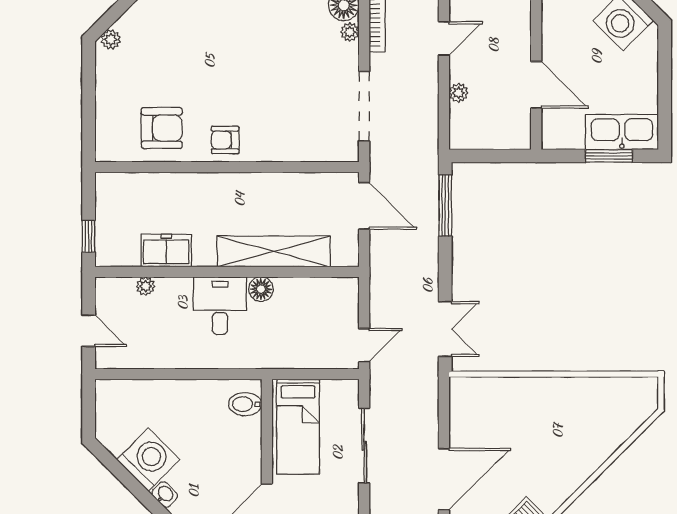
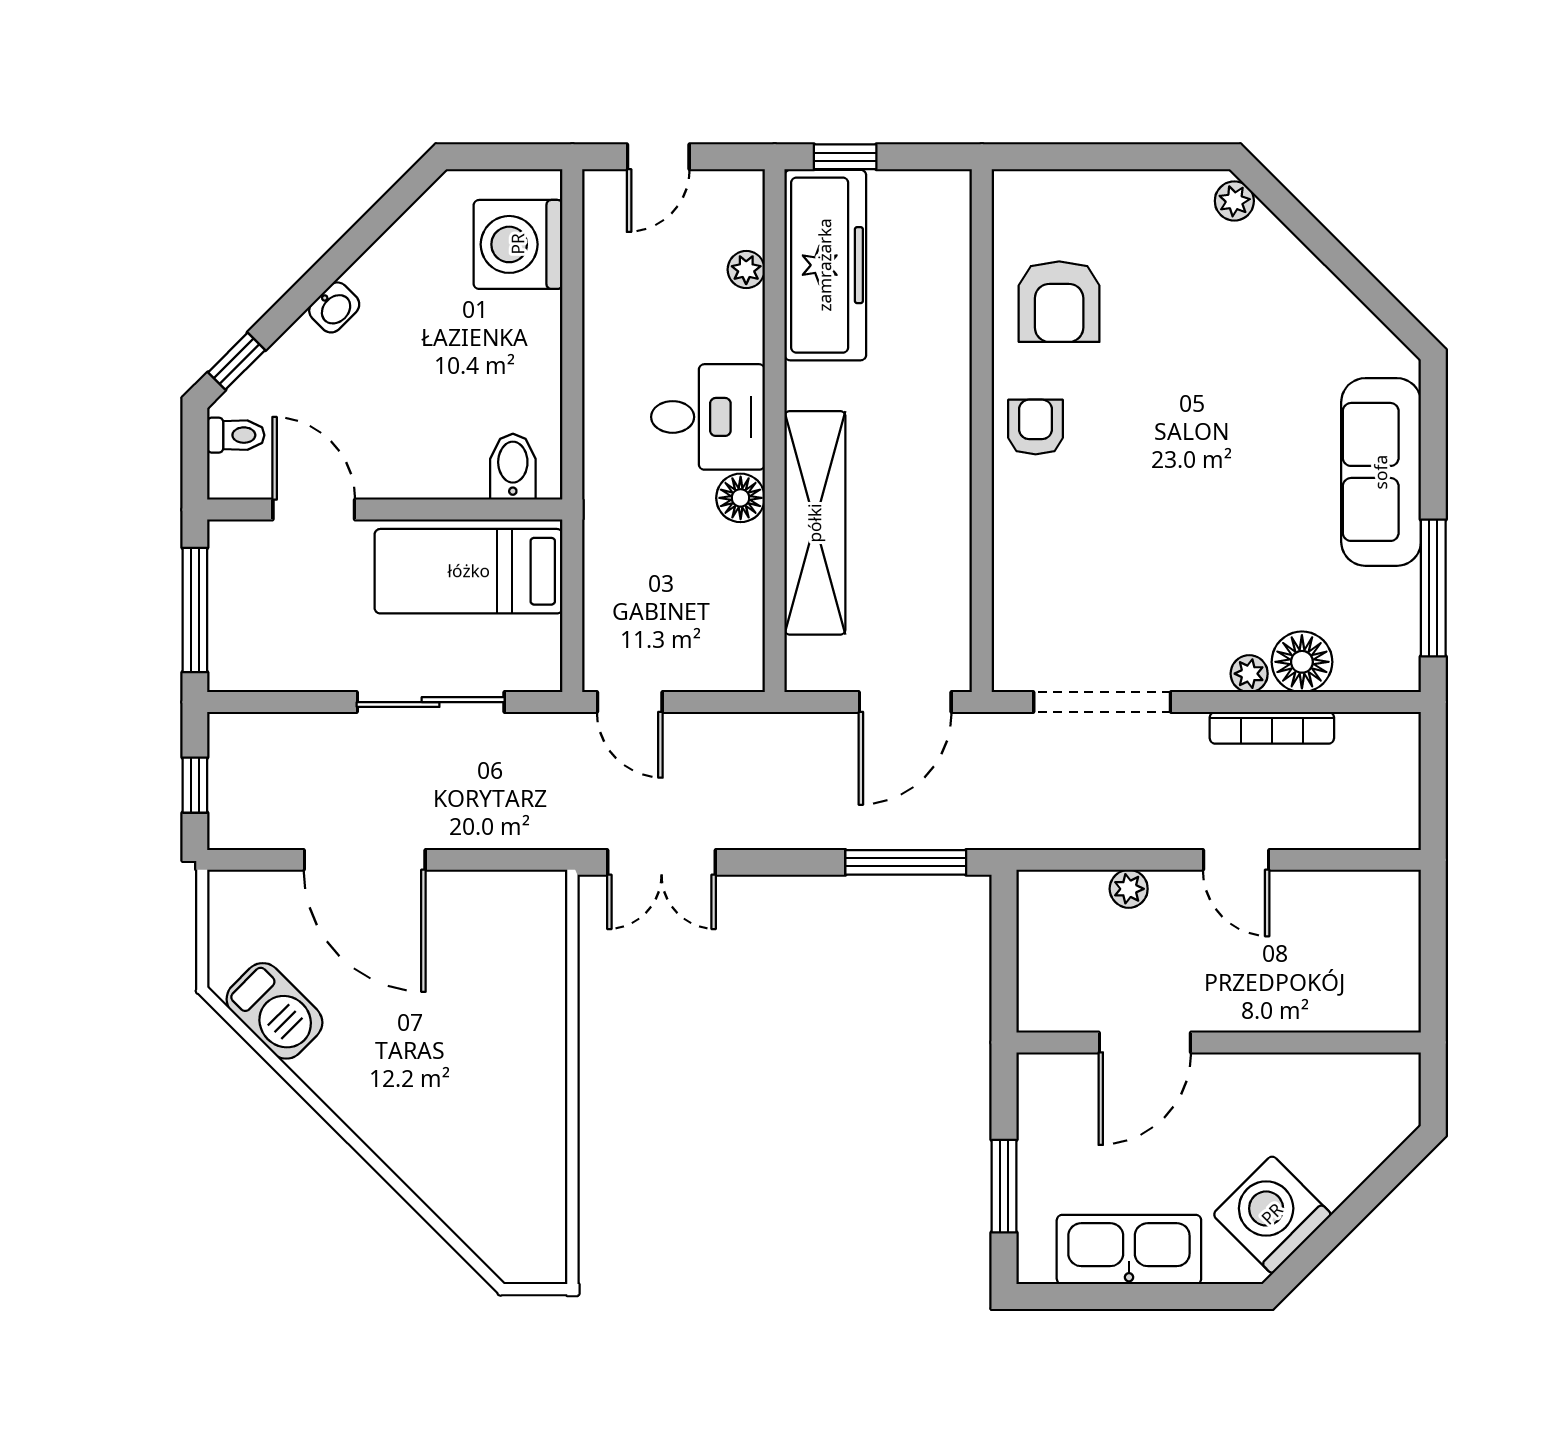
kitchen sink: (622, 132) -> (1129, 1250), moved, turned -90
freezer: (166, 250) -> (825, 265), width x1.91, depth x1.26
washing machine: (148, 460) -> (518, 244), moved, turned 135

